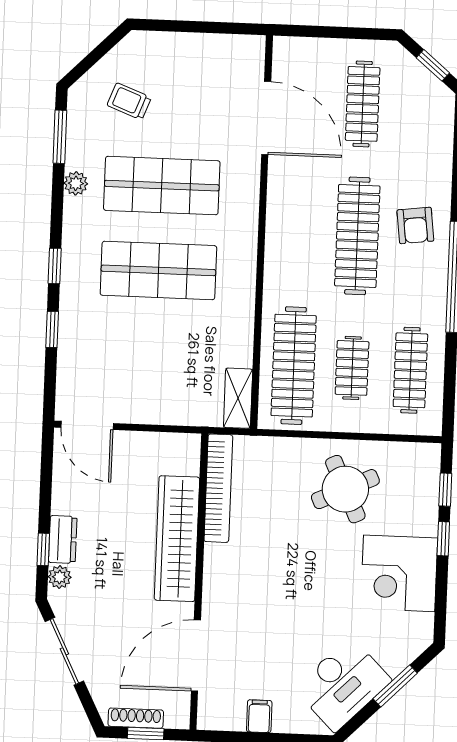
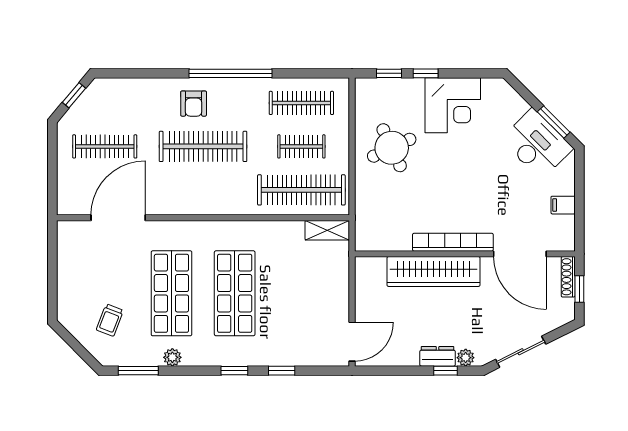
armchair: (415, 225) -> (194, 104), turned 97
bookcase: (218, 488) -> (453, 242), moved
window: (395, 686) -> (554, 122), moved
shoe rack: (136, 718) -> (568, 277), moved

